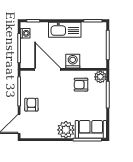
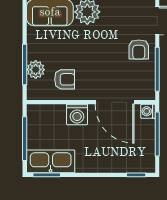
kitchen sink: (65, 30) -> (51, 161), moved
washing machine: (25, 33) -> (148, 111), moved
plant: (100, 77) -> (36, 70), moved

